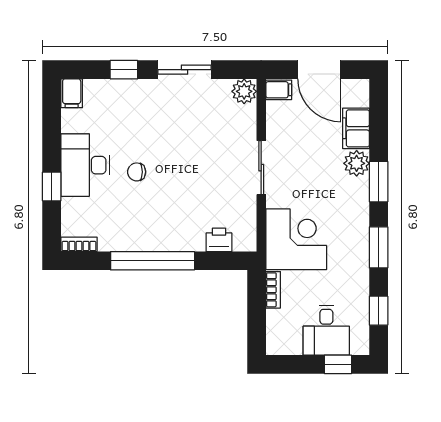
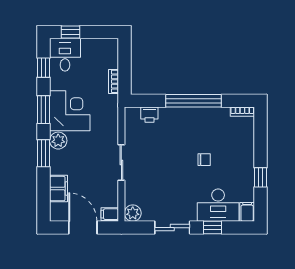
plant: (357, 163) -> (58, 141), moved
desk: (85, 165) -> (218, 205), moved, turned 90
window: (52, 186) -> (260, 177), moved
corner desk: (296, 239) -> (70, 111), moved, turned 180
desk: (326, 330) -> (65, 55), moved

